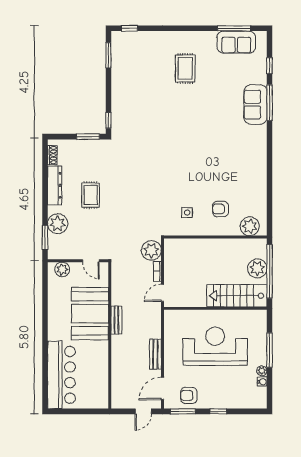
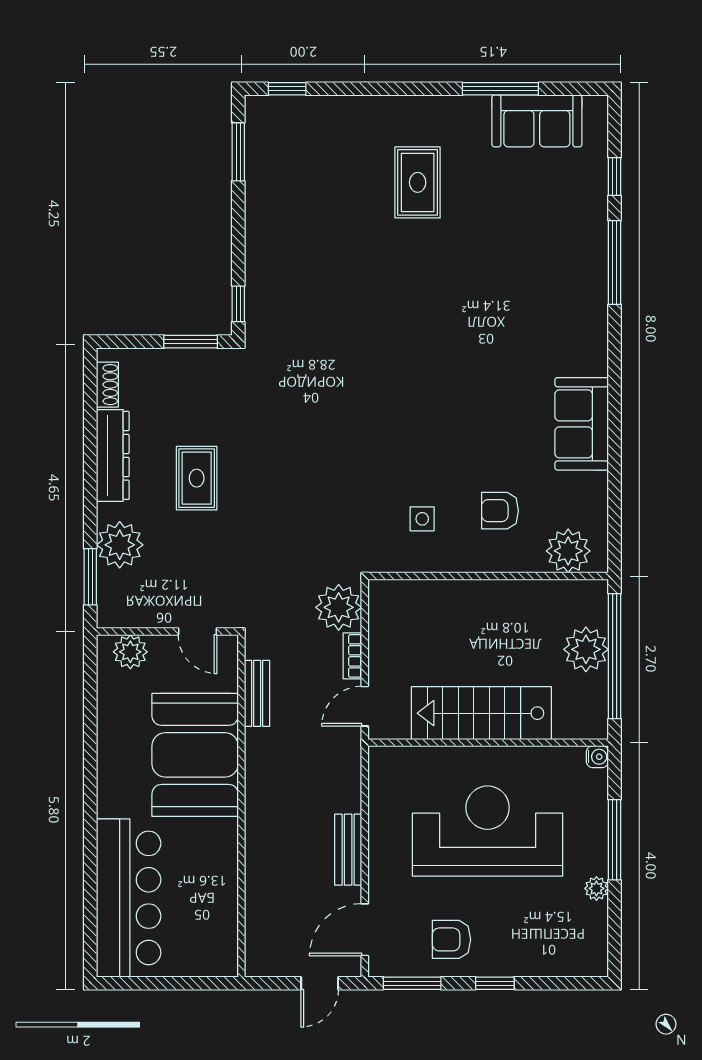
window: (234, 28) -> (500, 89), moved
sofa: (255, 105) -> (582, 424), moved
stairs: (237, 296) -> (481, 713), moved
bench: (116, 320) -> (257, 693), moved
water cooler: (262, 382) -> (597, 757), moved
armchair: (189, 396) -> (451, 939), moved

